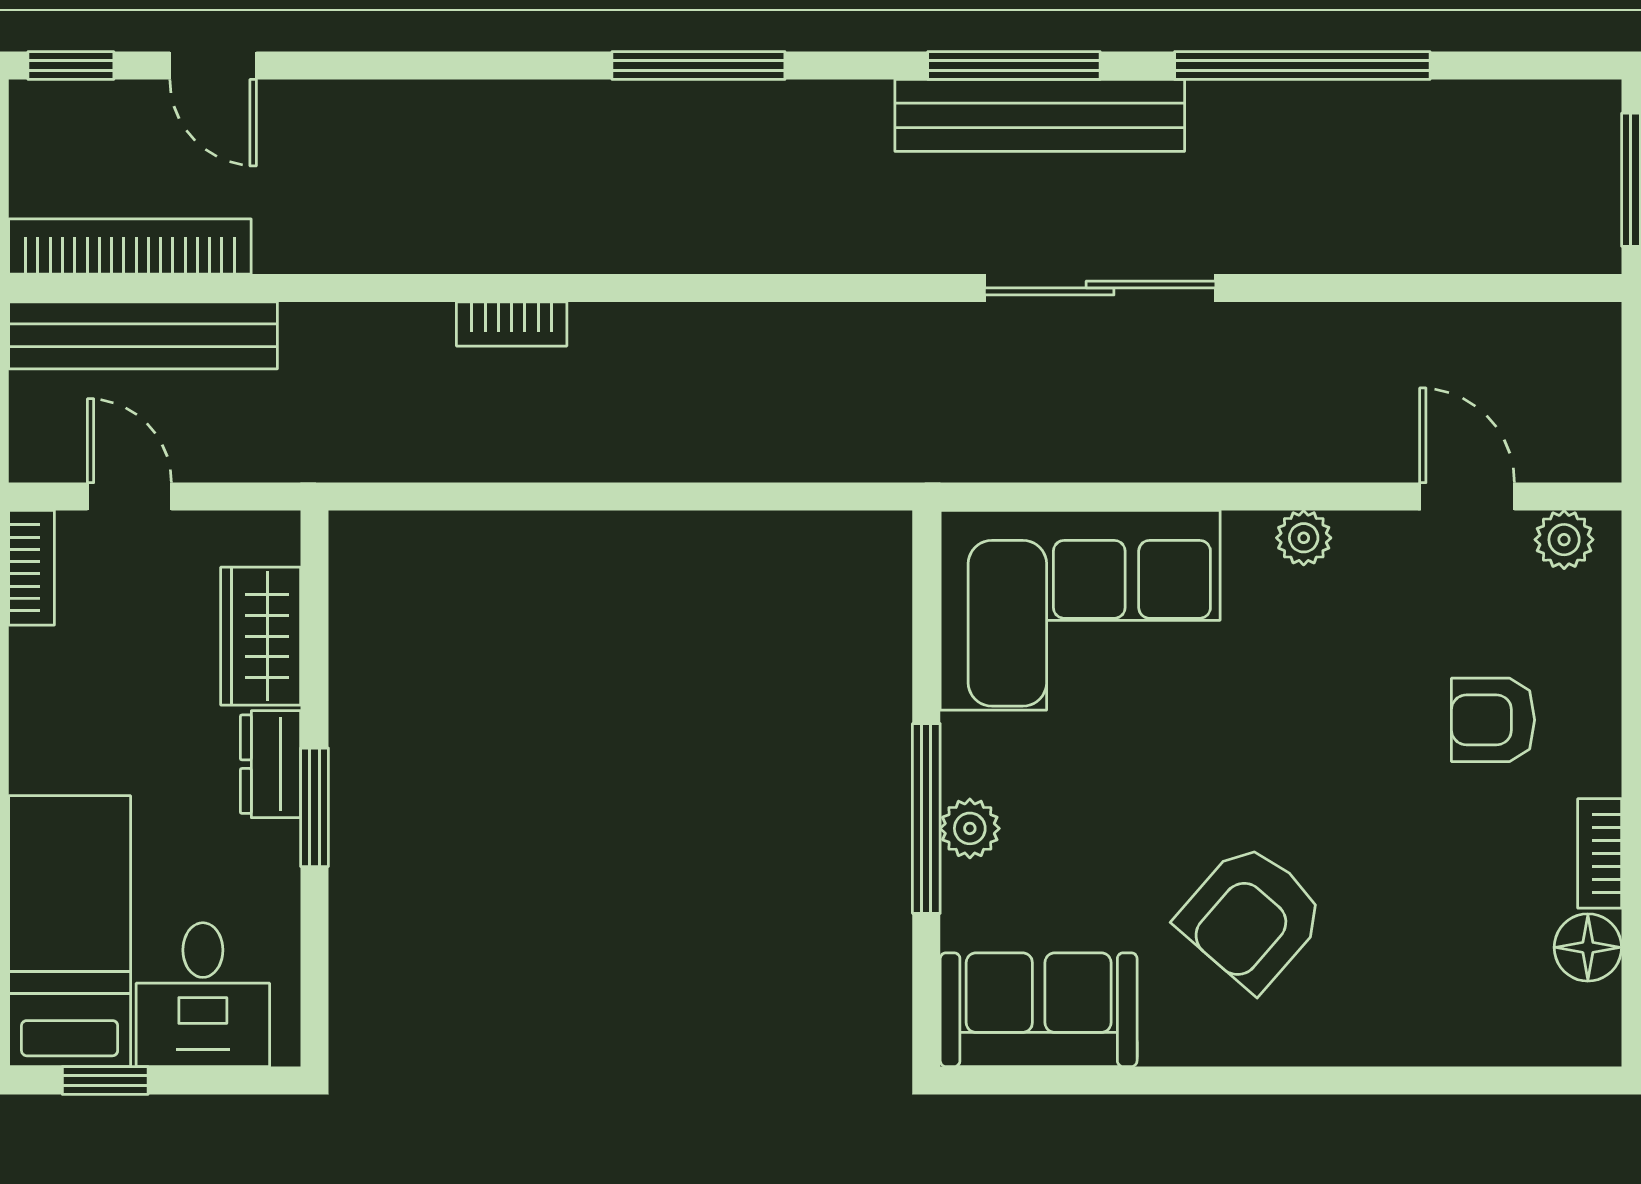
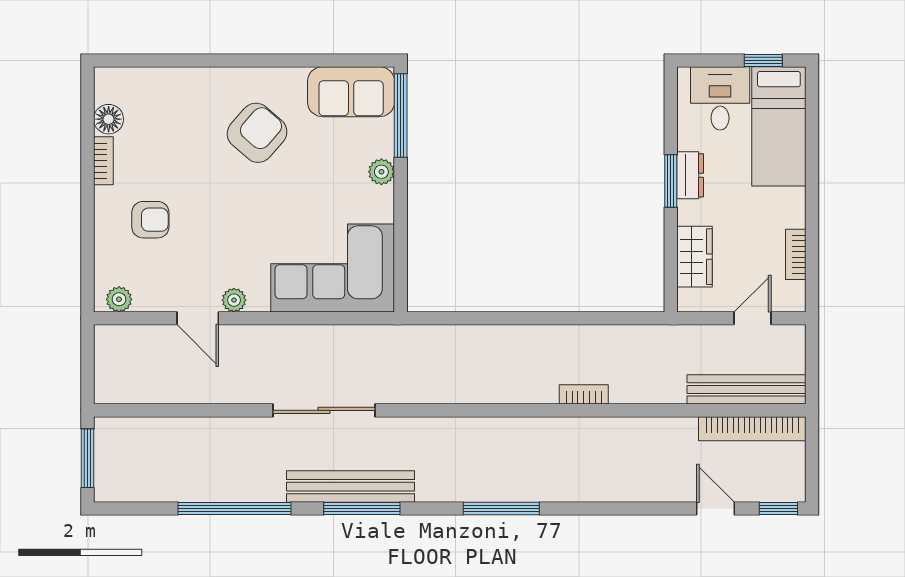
door: (129, 497) -> (753, 318), swing flipped
door: (1467, 497) -> (198, 318), moved
bookcase: (32, 568) -> (796, 254), moved
dresser: (271, 764) -> (690, 175), moved
window: (926, 818) -> (401, 115), moved

